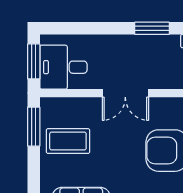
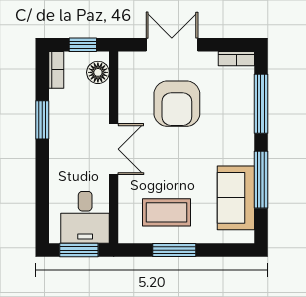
window: (34, 127) -> (174, 250), moved
coffee table: (68, 141) -> (166, 212), turned 90

